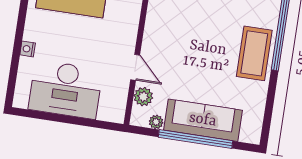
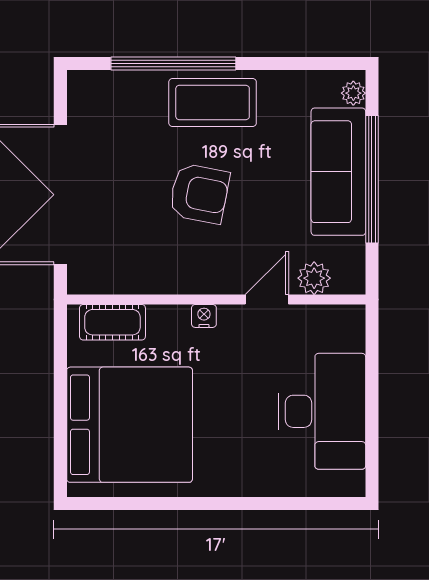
armchair: (203, 38) -> (199, 194), added
nightstand: (28, 49) -> (204, 316), moved, turned 180
plant: (156, 122) -> (353, 93), moved

